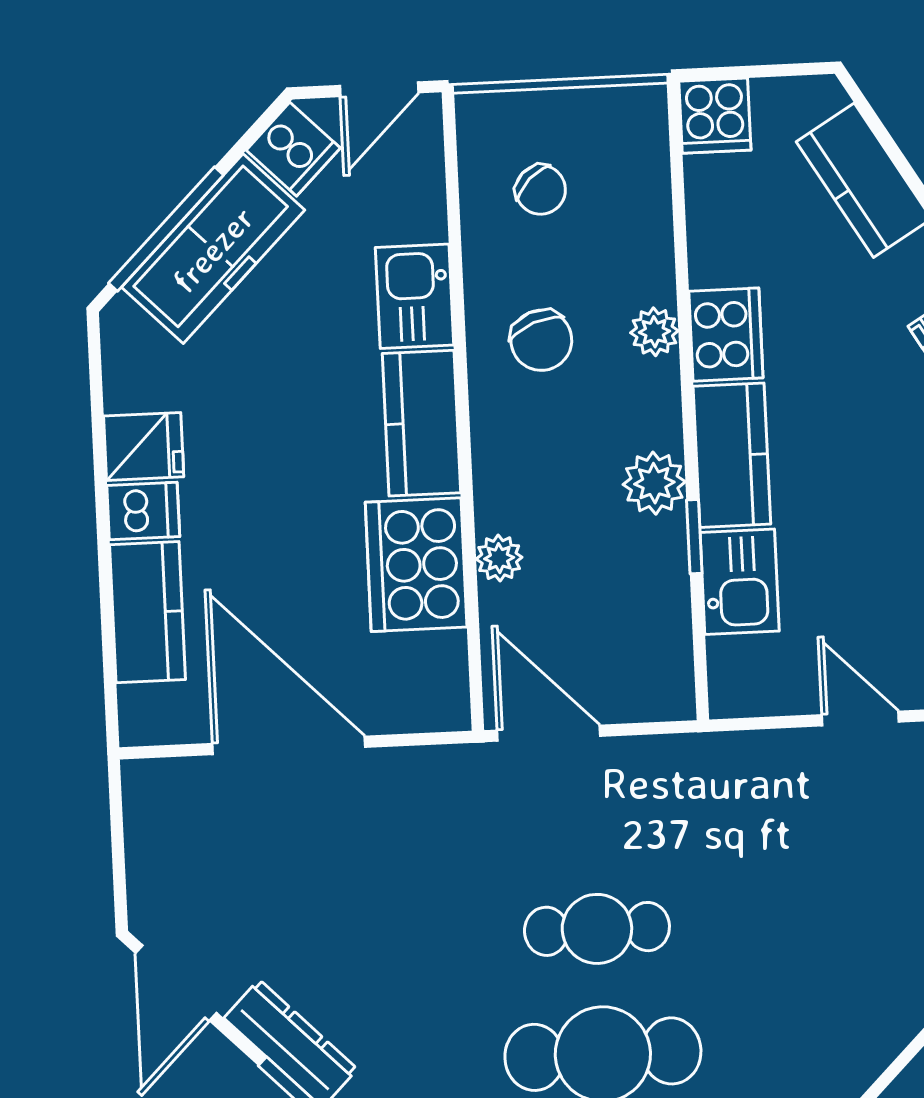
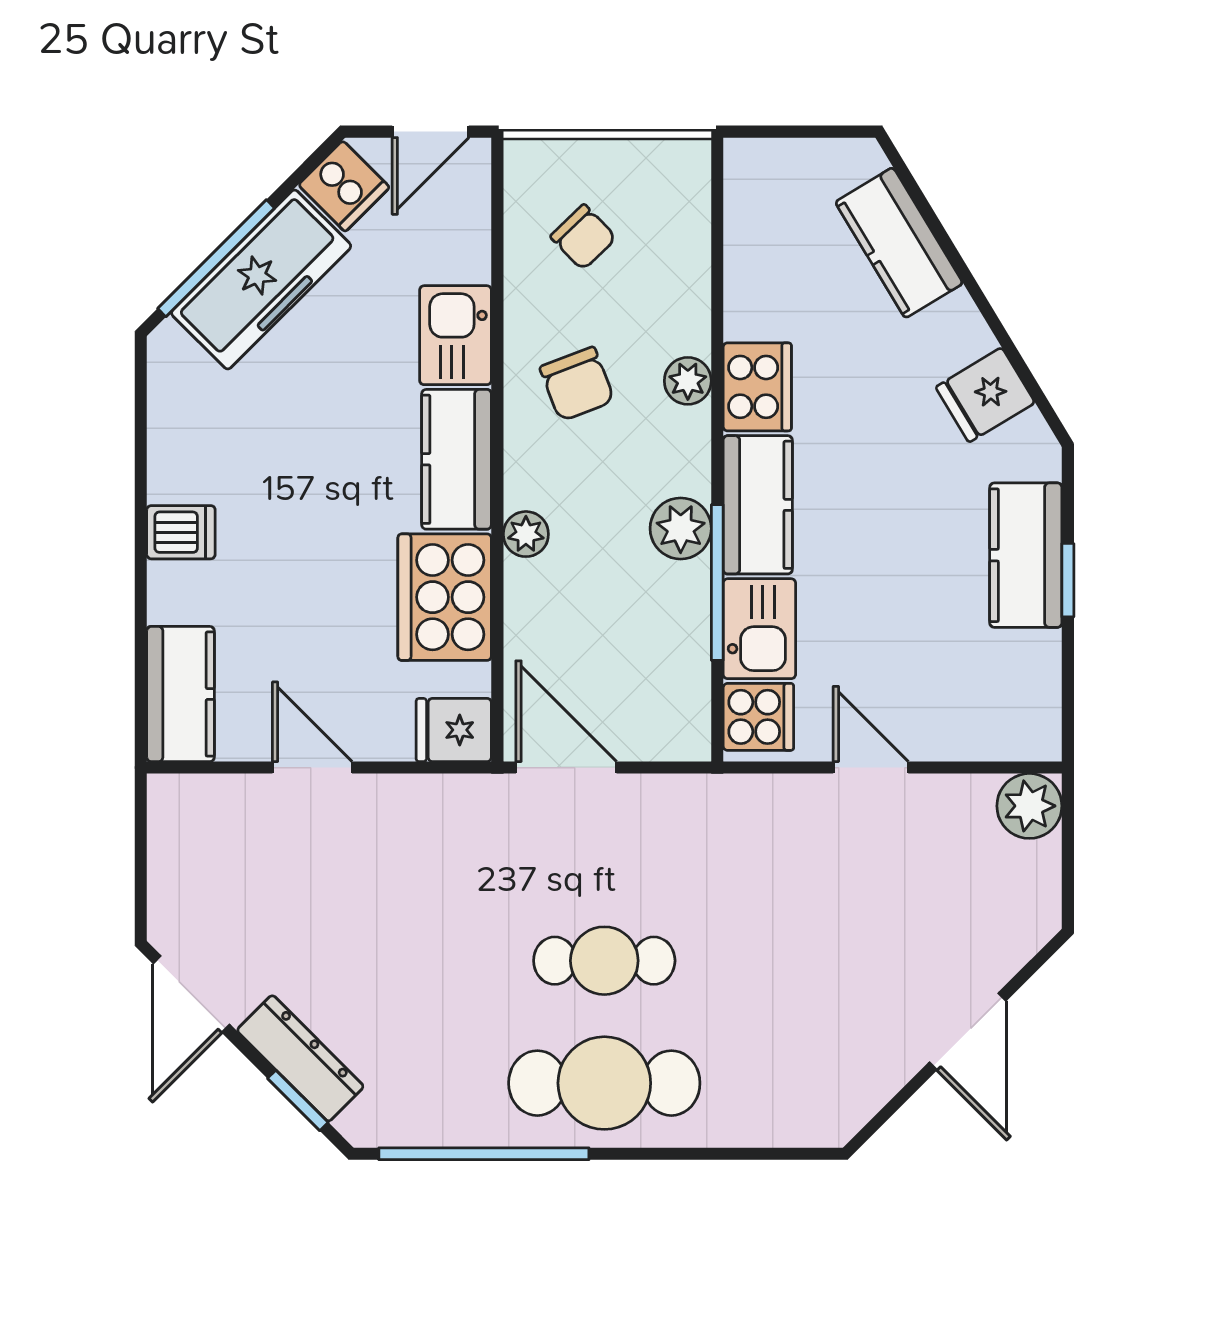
cooker: (715, 116) -> (758, 717), moved, turned -90
fridge: (144, 446) -> (454, 730), moved, turned 180
window: (694, 537) -> (717, 583), width x2.17
plant: (499, 558) -> (526, 534), moved
kitchen counter: (147, 612) -> (180, 694), moved
door: (289, 745) -> (312, 768), width x0.53

